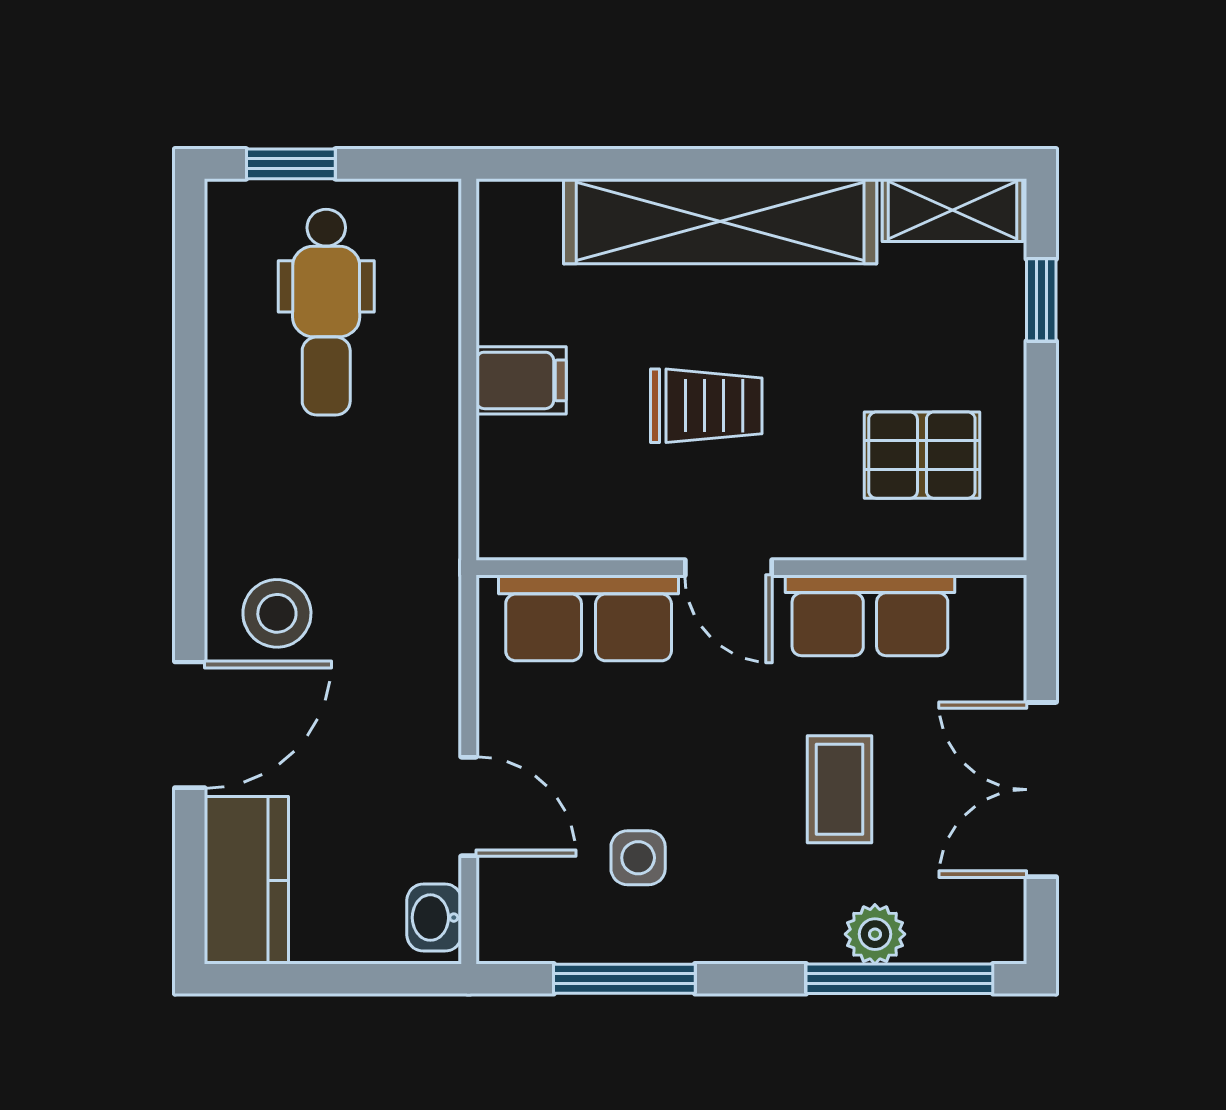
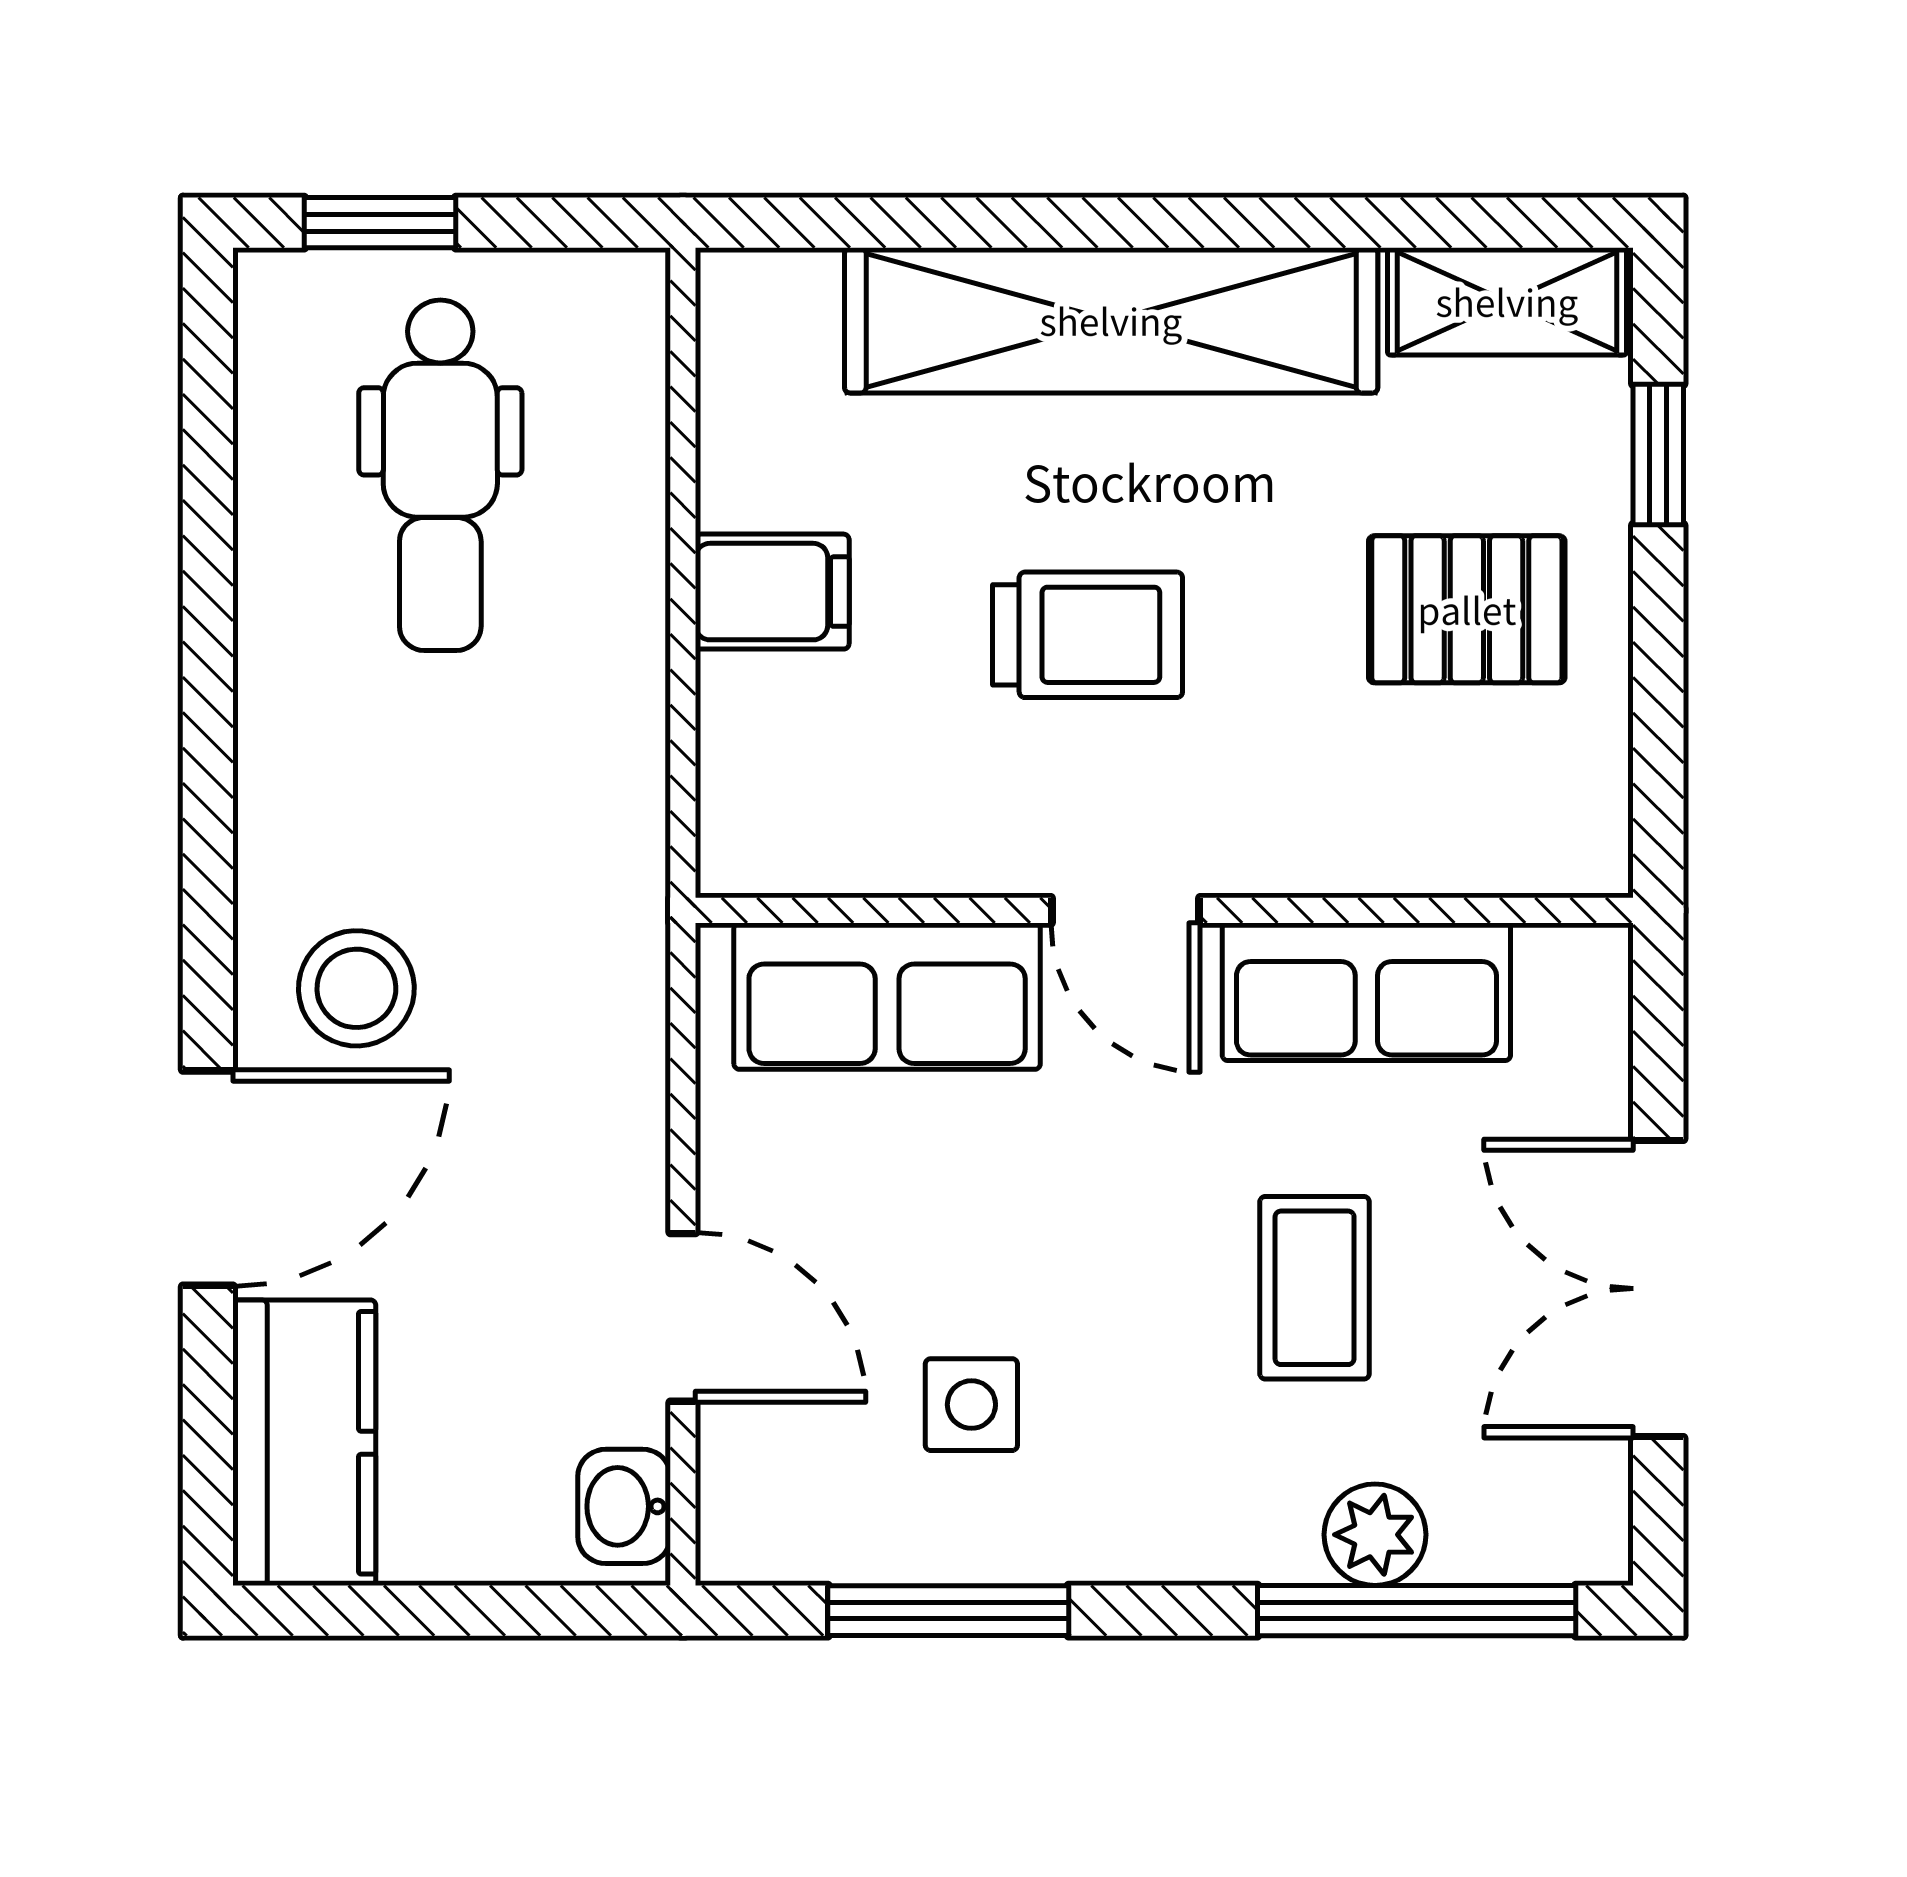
pallet: (922, 455) -> (1467, 609), moved

